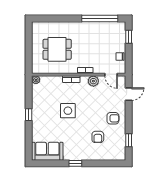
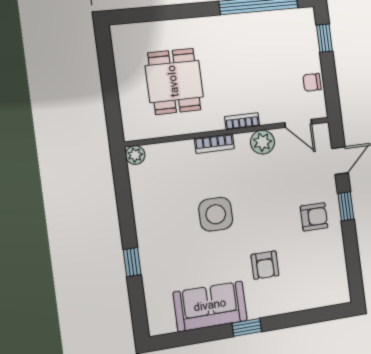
dining table: (57, 49) -> (174, 81), turned 90
window: (29, 115) -> (132, 262), moved
armchair: (98, 137) -> (265, 265), moved
window: (129, 140) -> (346, 206), moved
sofa: (47, 151) -> (210, 306), moved

